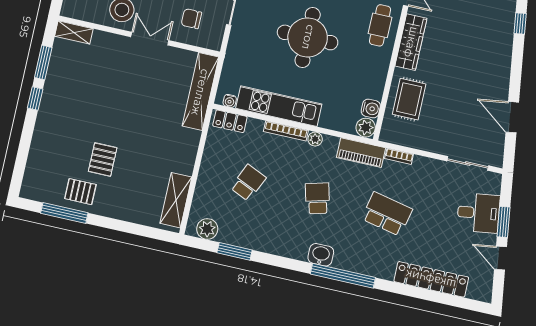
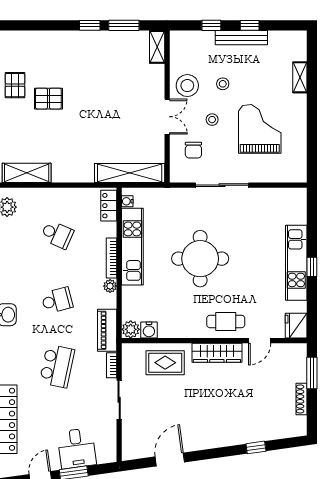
chair: (191, 19) -> (193, 150), turned 180
sliding door: (468, 163) -> (119, 400), moved

